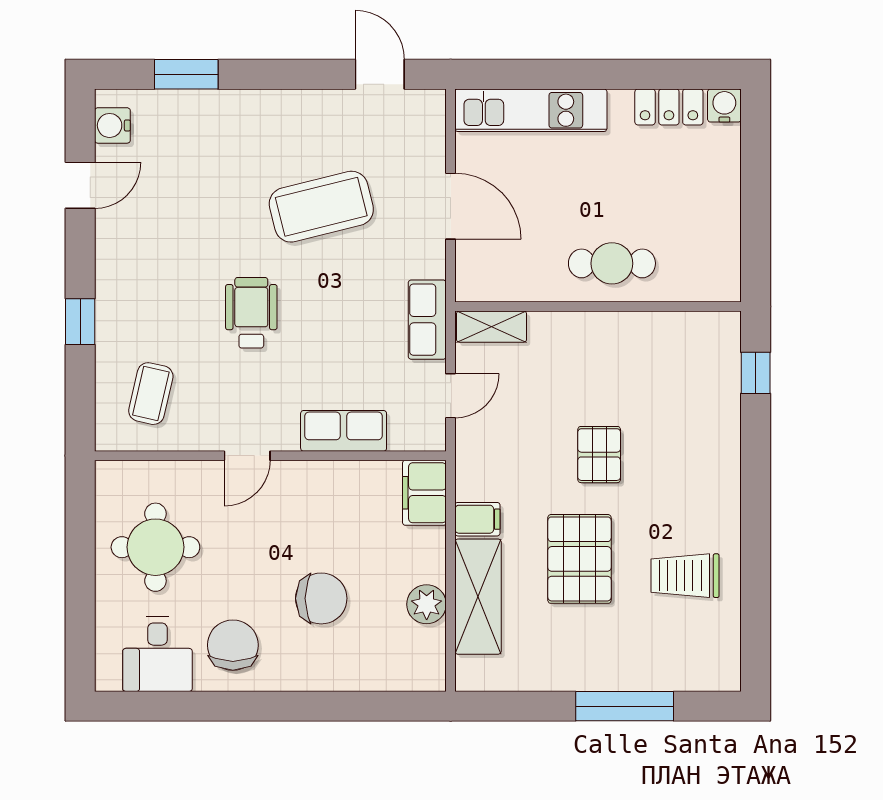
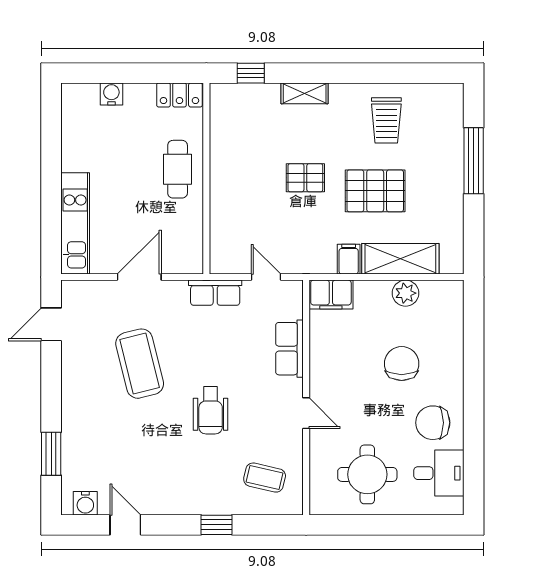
water cooler: (724, 106) -> (111, 94), moved, turned 90
locker: (669, 107) -> (179, 95), moved, turned 90
wheelchair: (251, 313) -> (211, 410), turned -90
shelving: (492, 327) -> (305, 93), moved, turned 90

